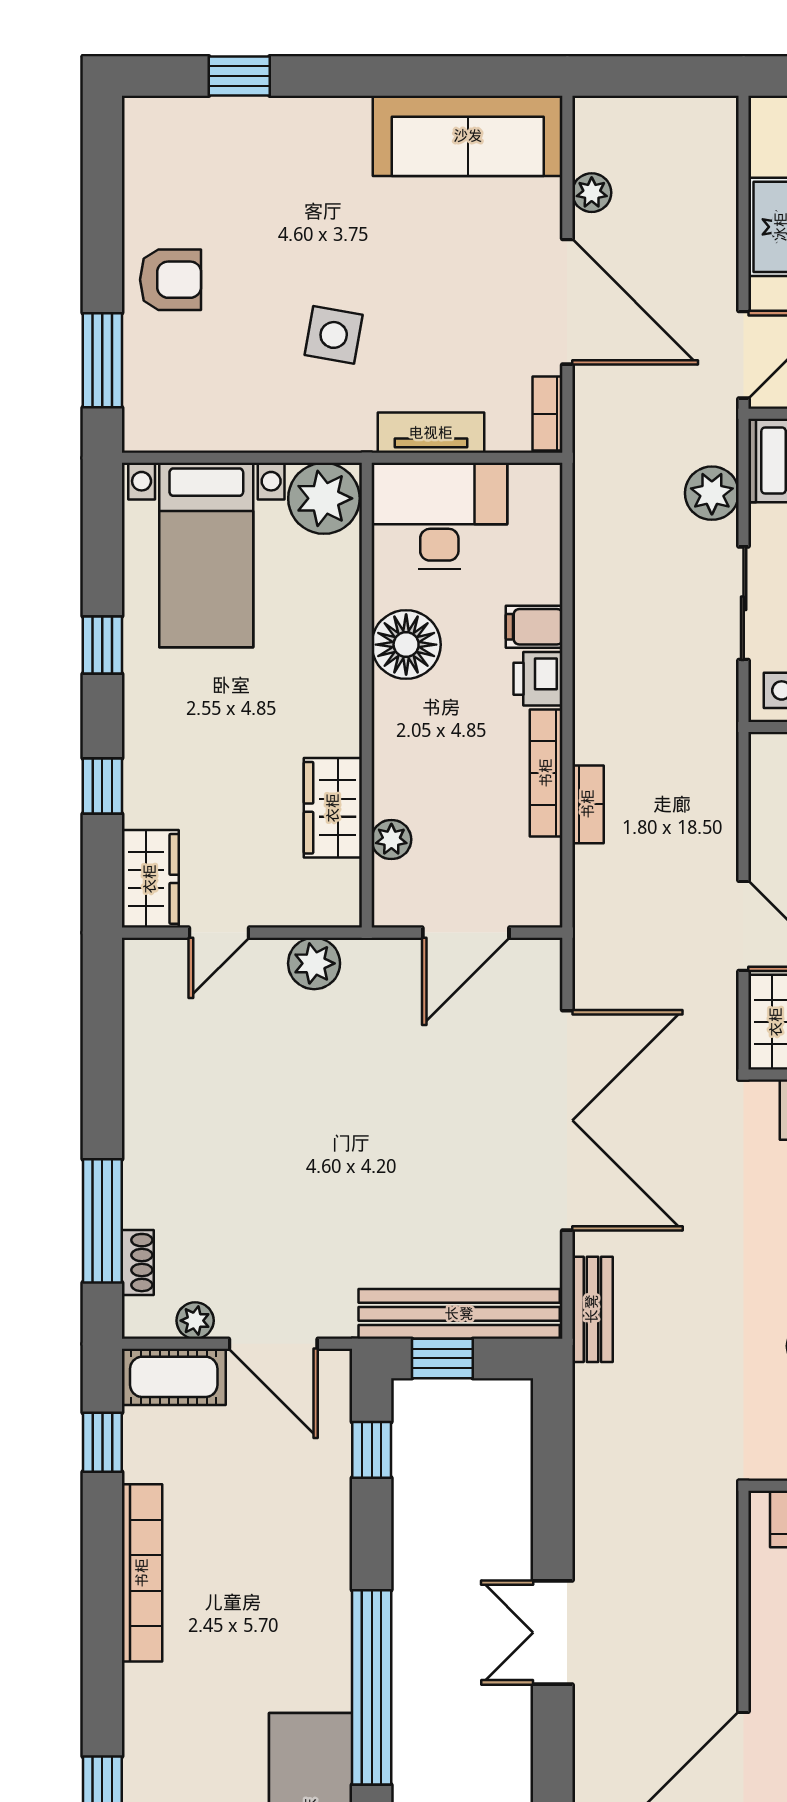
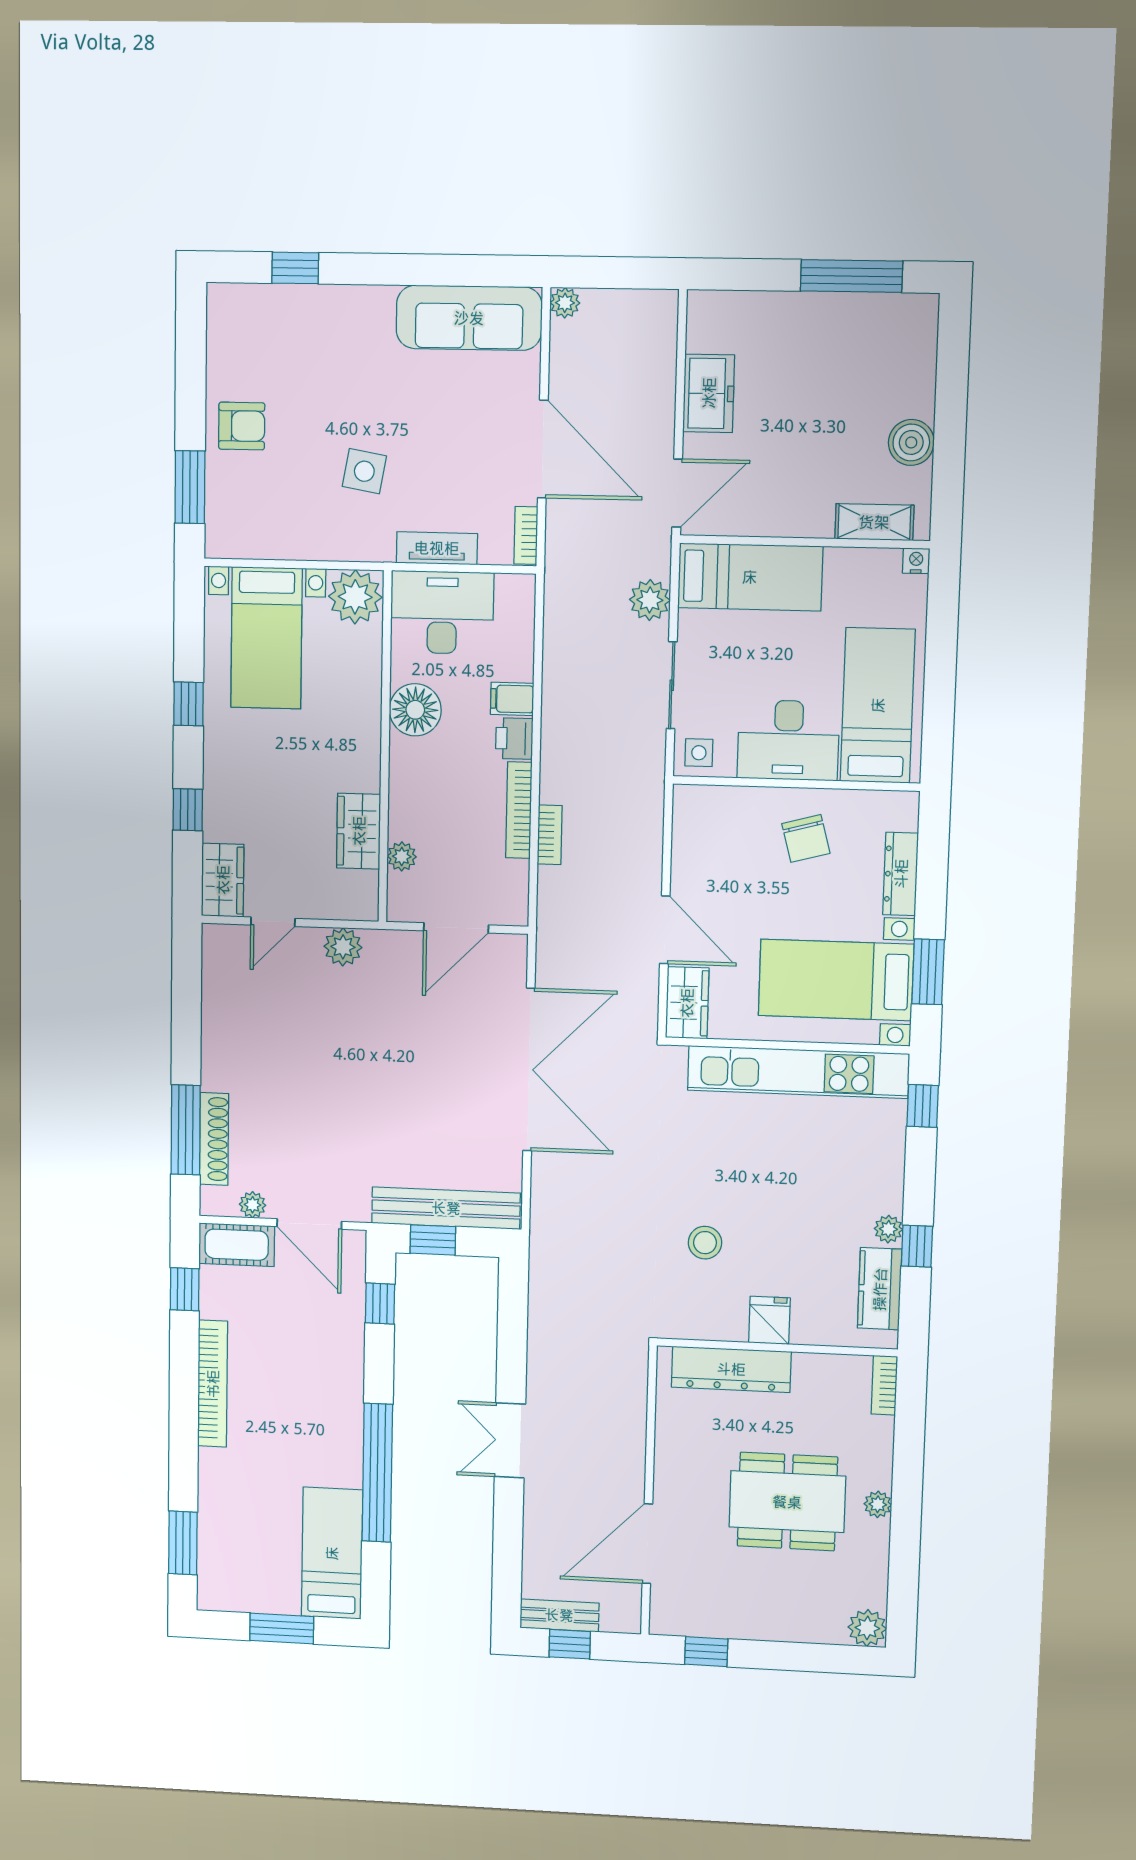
plant: (592, 193) -> (565, 303), moved
shoe rack: (138, 1263) -> (214, 1139), width x1.94, depth x1.24
bench: (592, 1309) -> (544, 1209), removed

